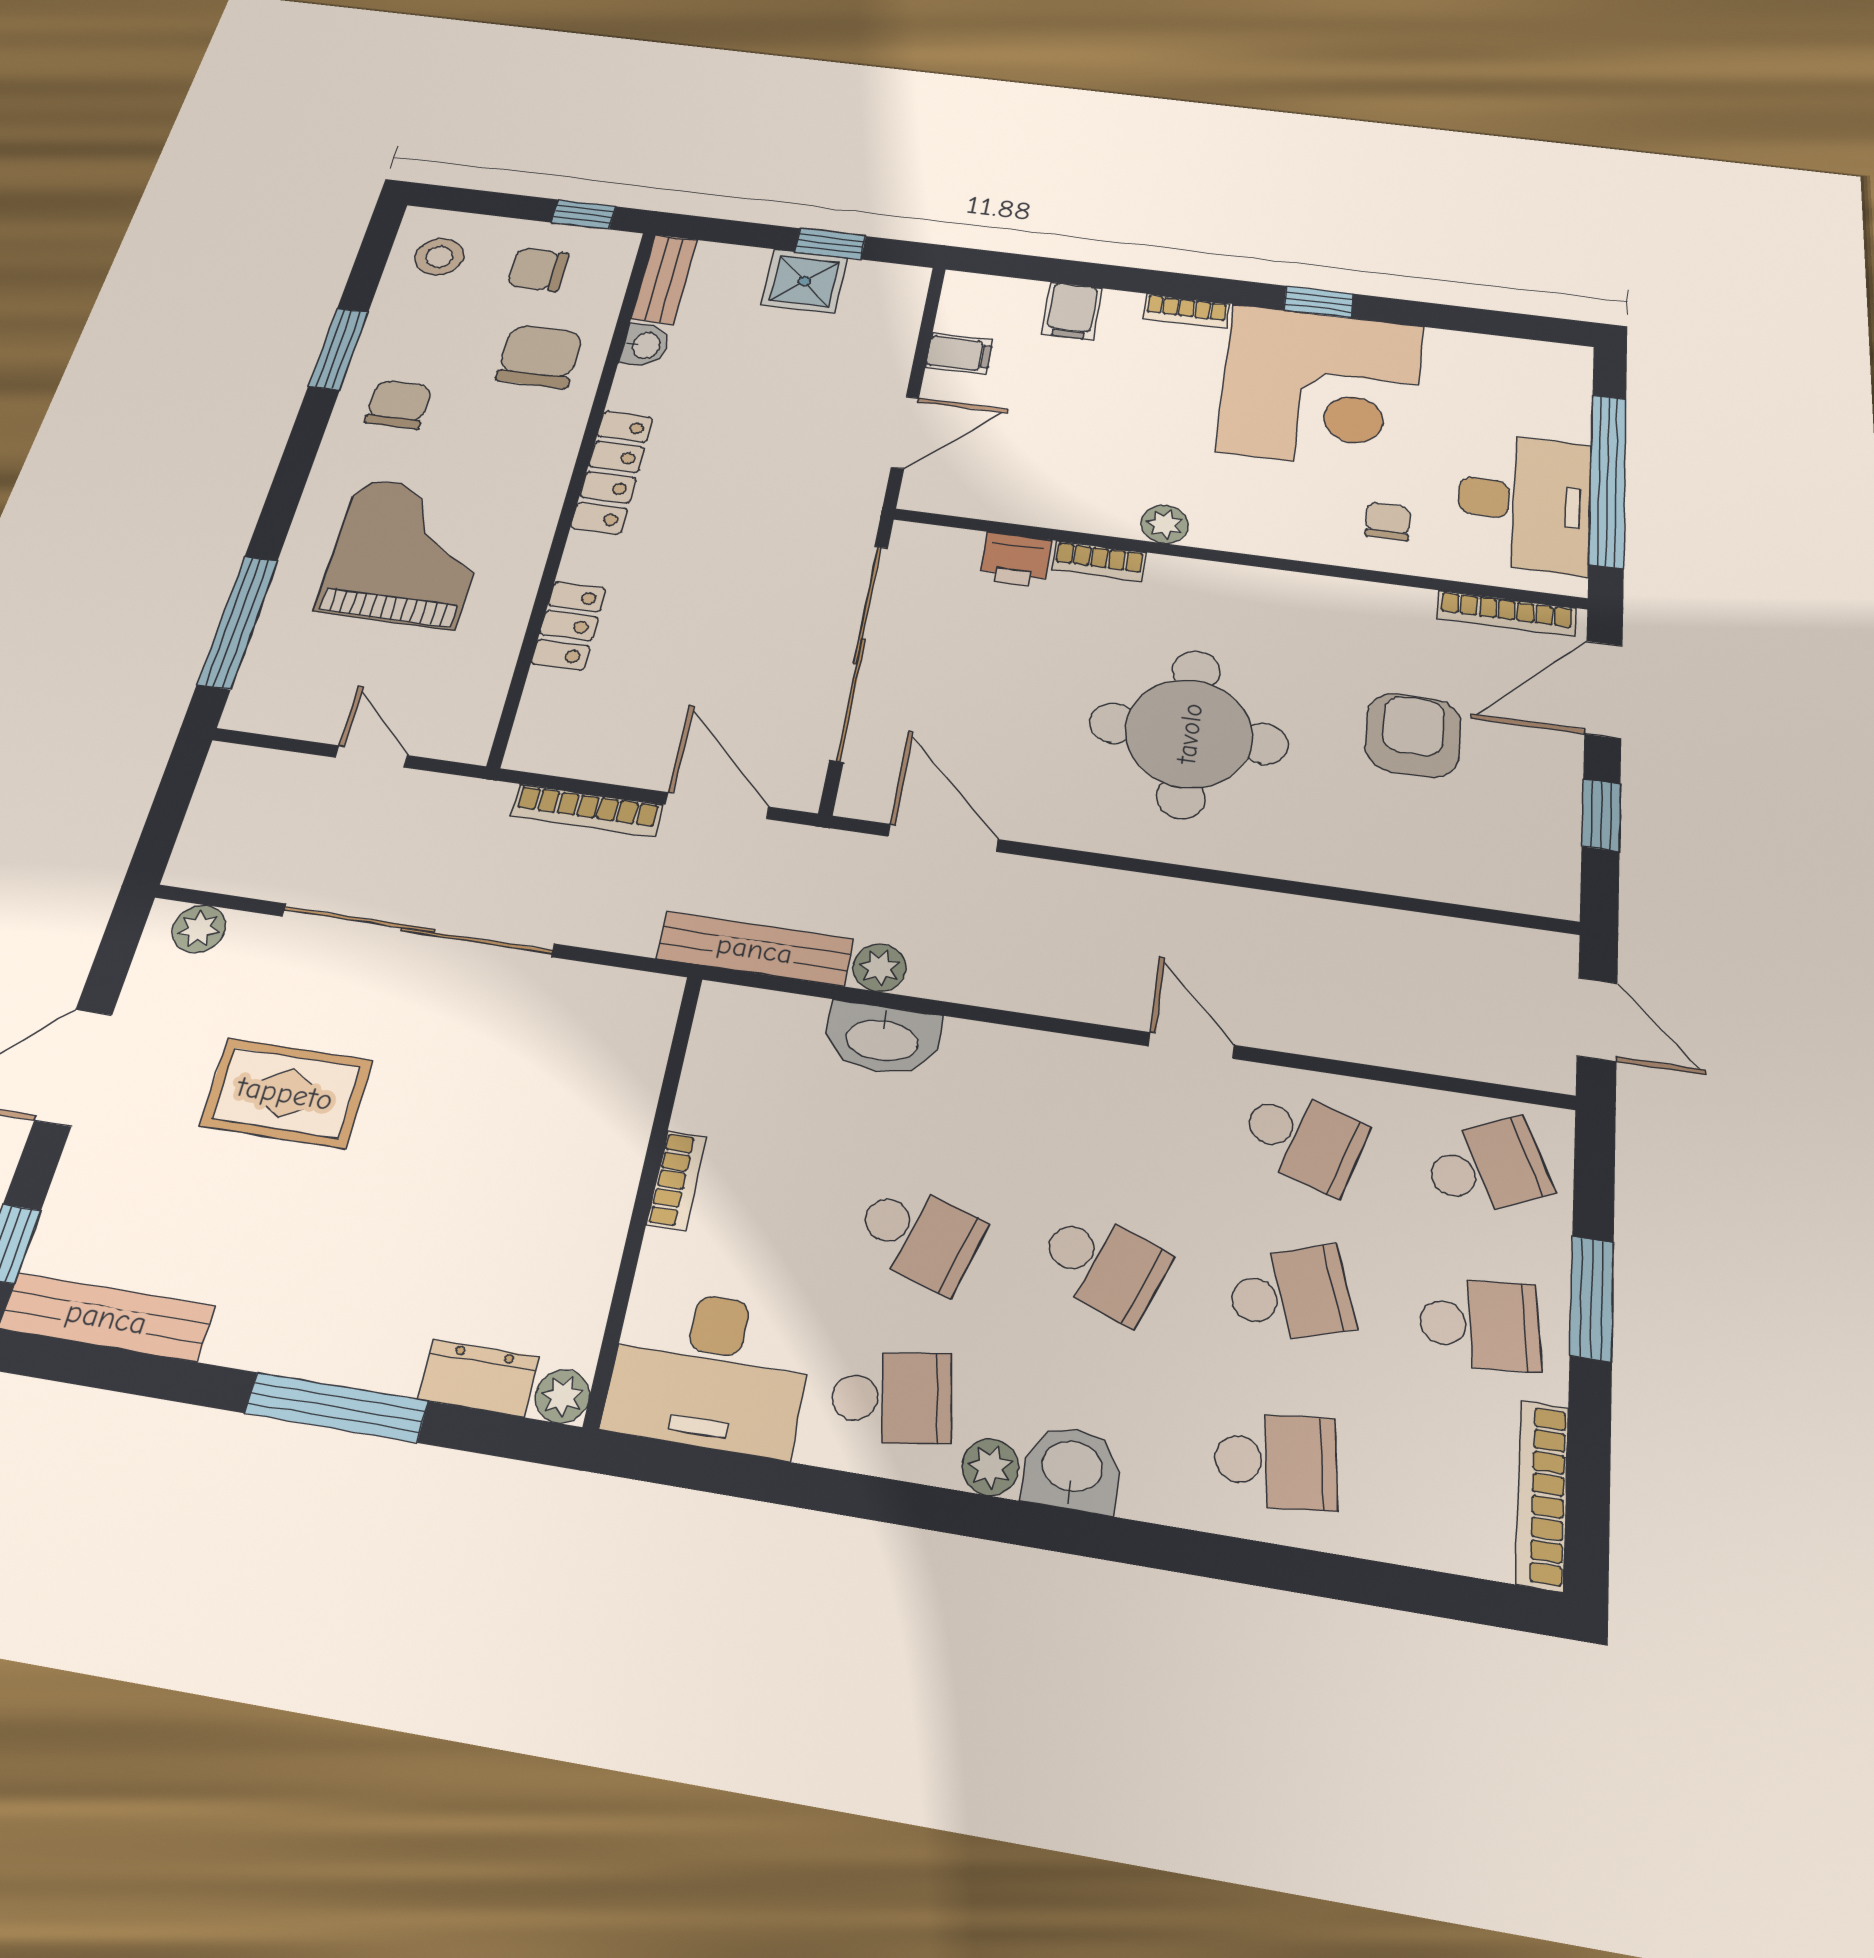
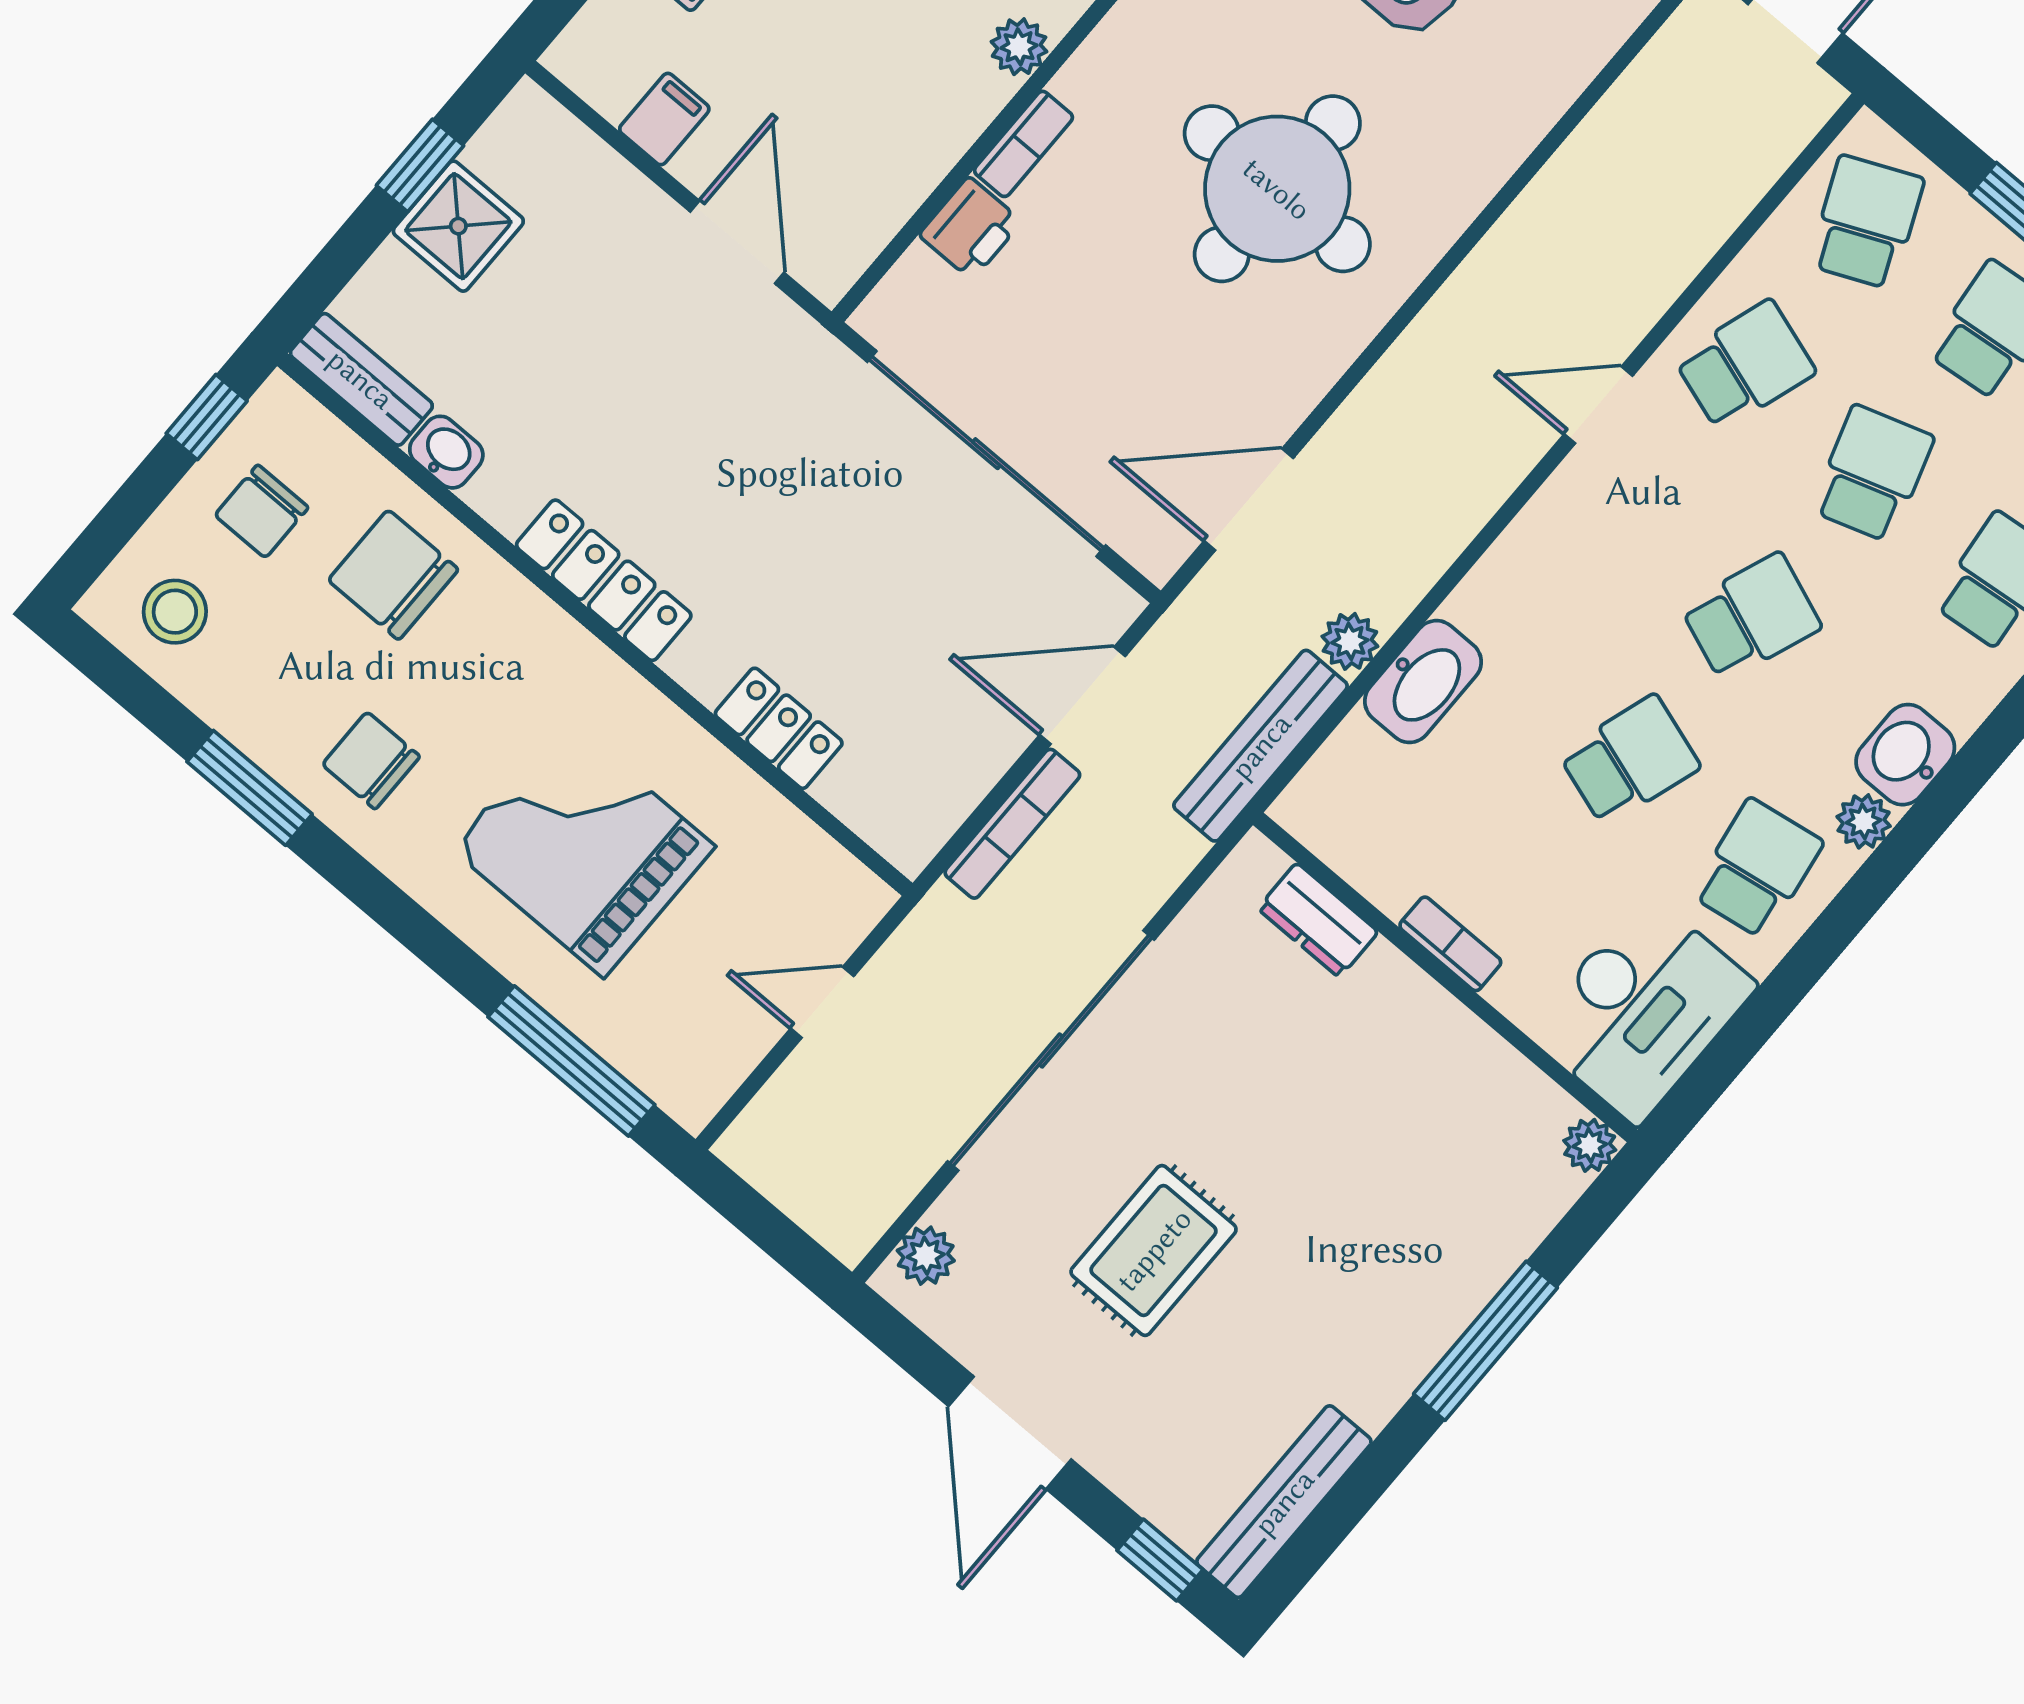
dresser: (479, 1378) -> (1318, 920), moved, turned -90

